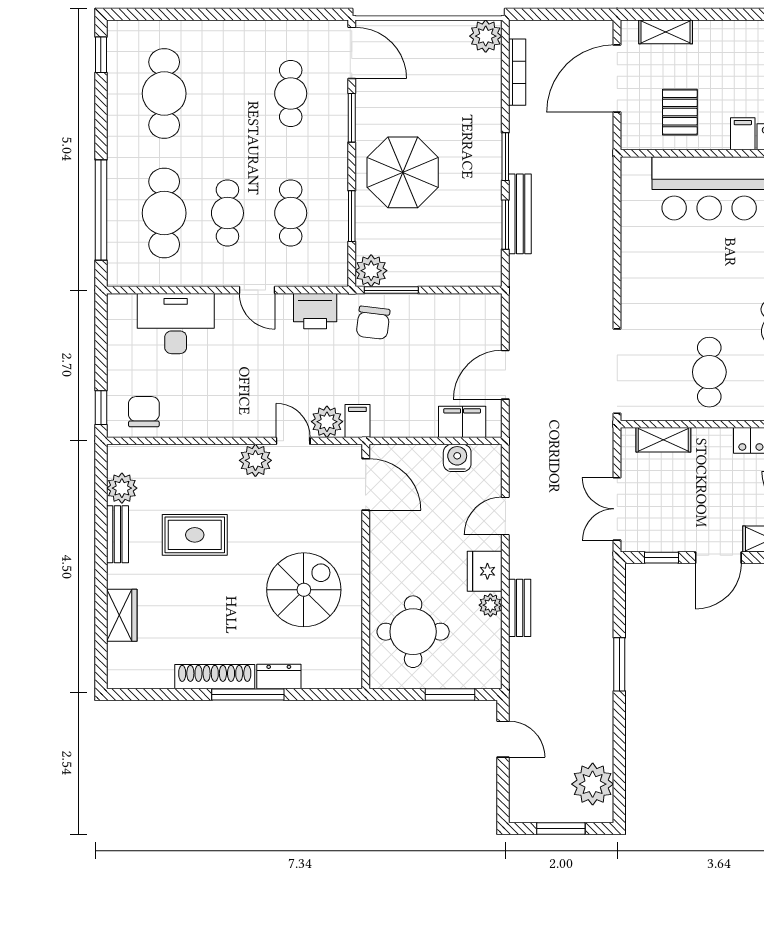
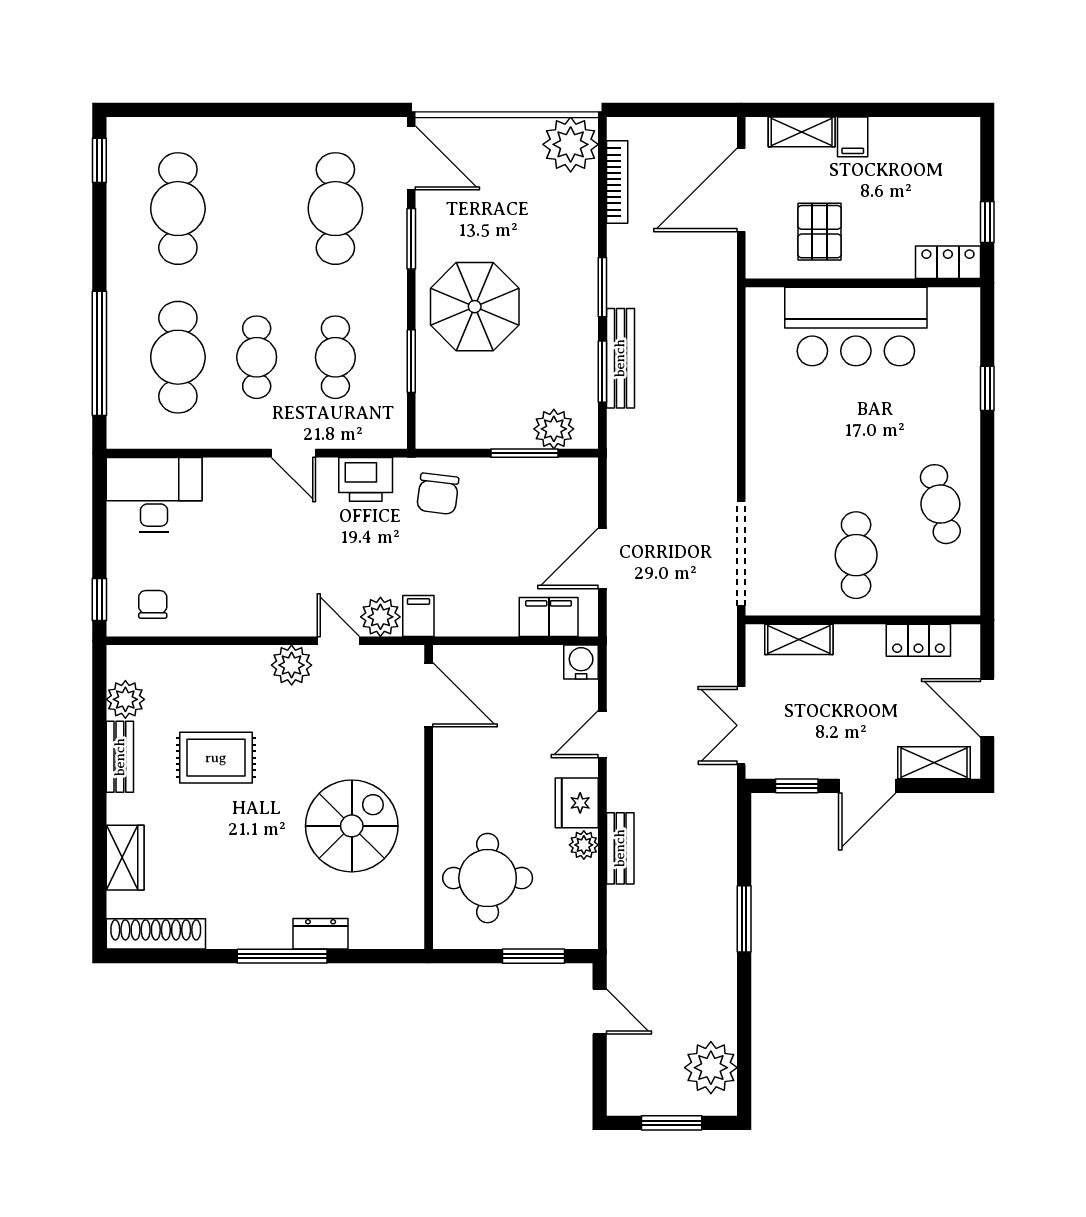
plant: (486, 36) -> (571, 144), width x1.36, depth x1.36
cafe table: (291, 93) -> (335, 209), width x1.37, depth x1.35
filing cabinet: (743, 134) -> (853, 137), moved, turned 180
plant: (371, 271) -> (554, 429), moved
window: (391, 290) -> (525, 453), moved
desk: (176, 324) -> (154, 495), moved
chair: (144, 412) -> (153, 604), width x0.73, depth x0.73
water cooler: (457, 458) -> (581, 662), moved
shoe rack: (215, 677) -> (156, 934), moved

